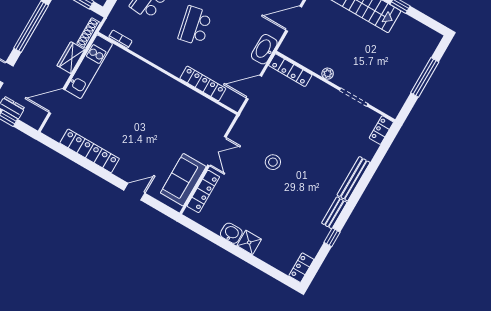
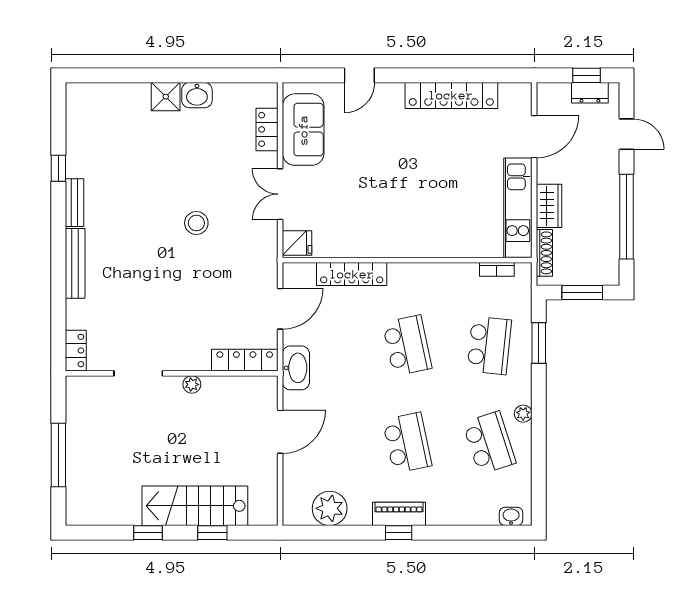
fridge: (223, 118) -> (297, 243), added
locker: (203, 191) -> (267, 129), width x0.66
locker: (301, 268) -> (76, 103), removed

